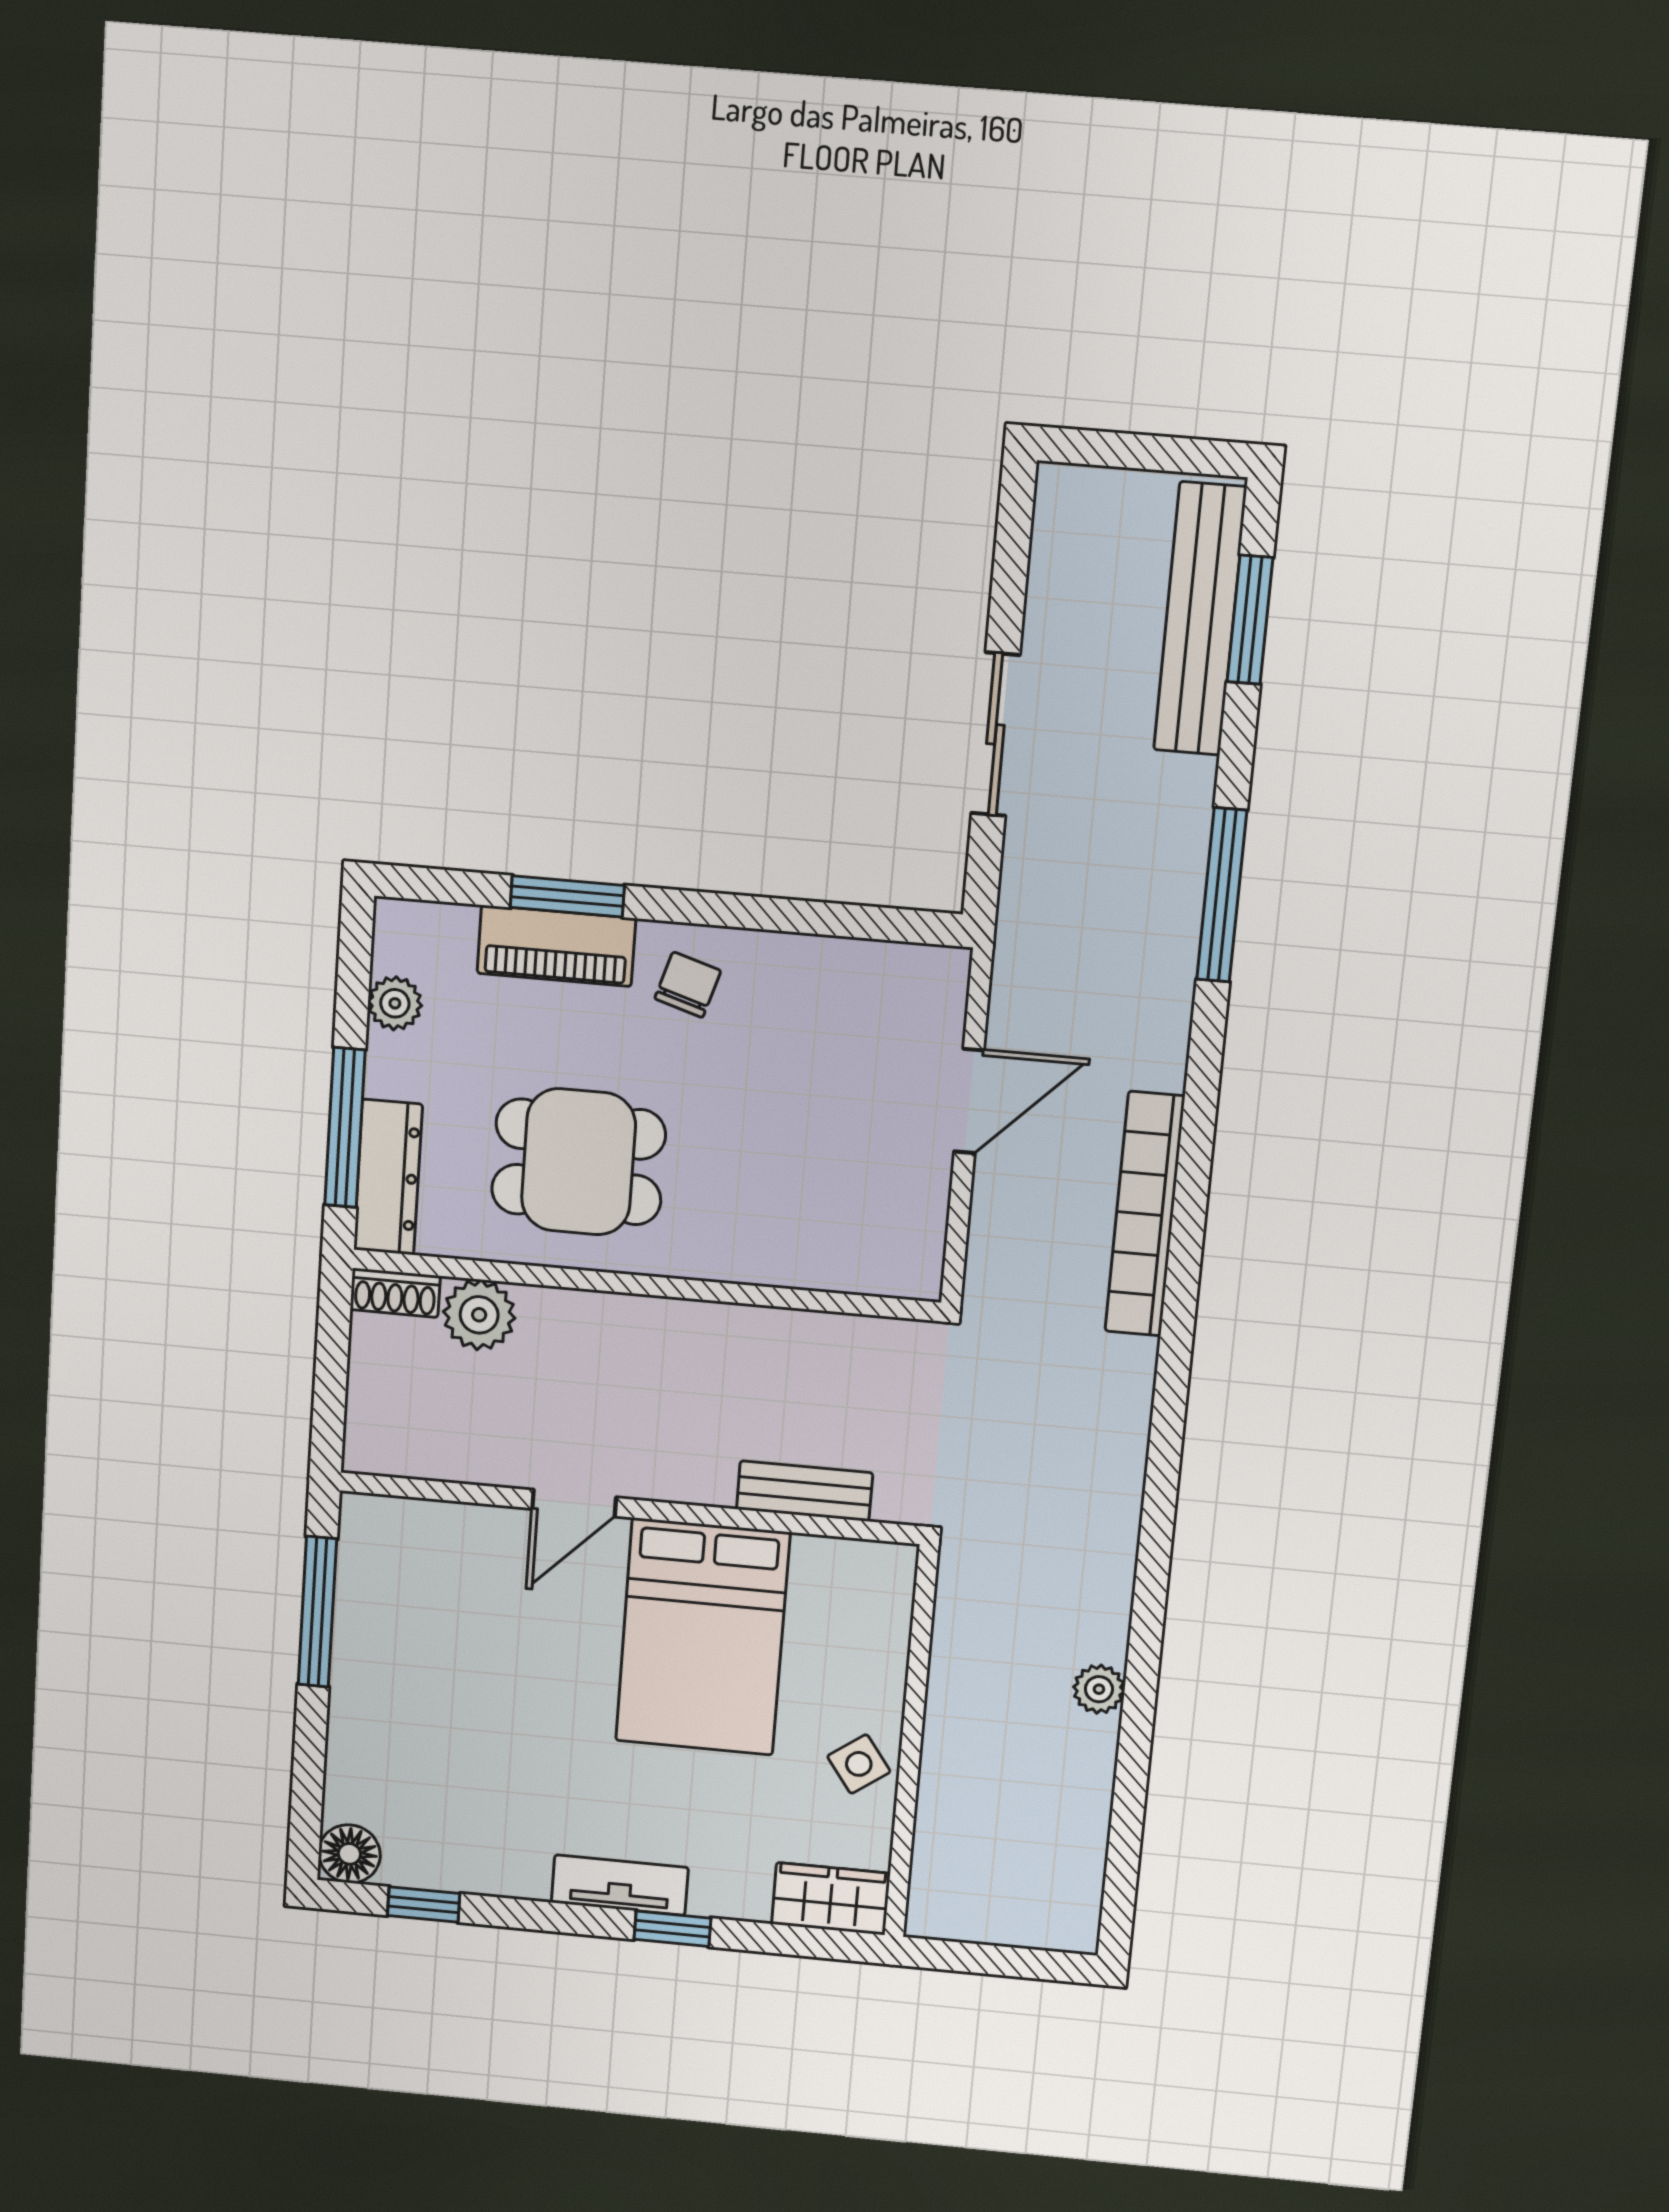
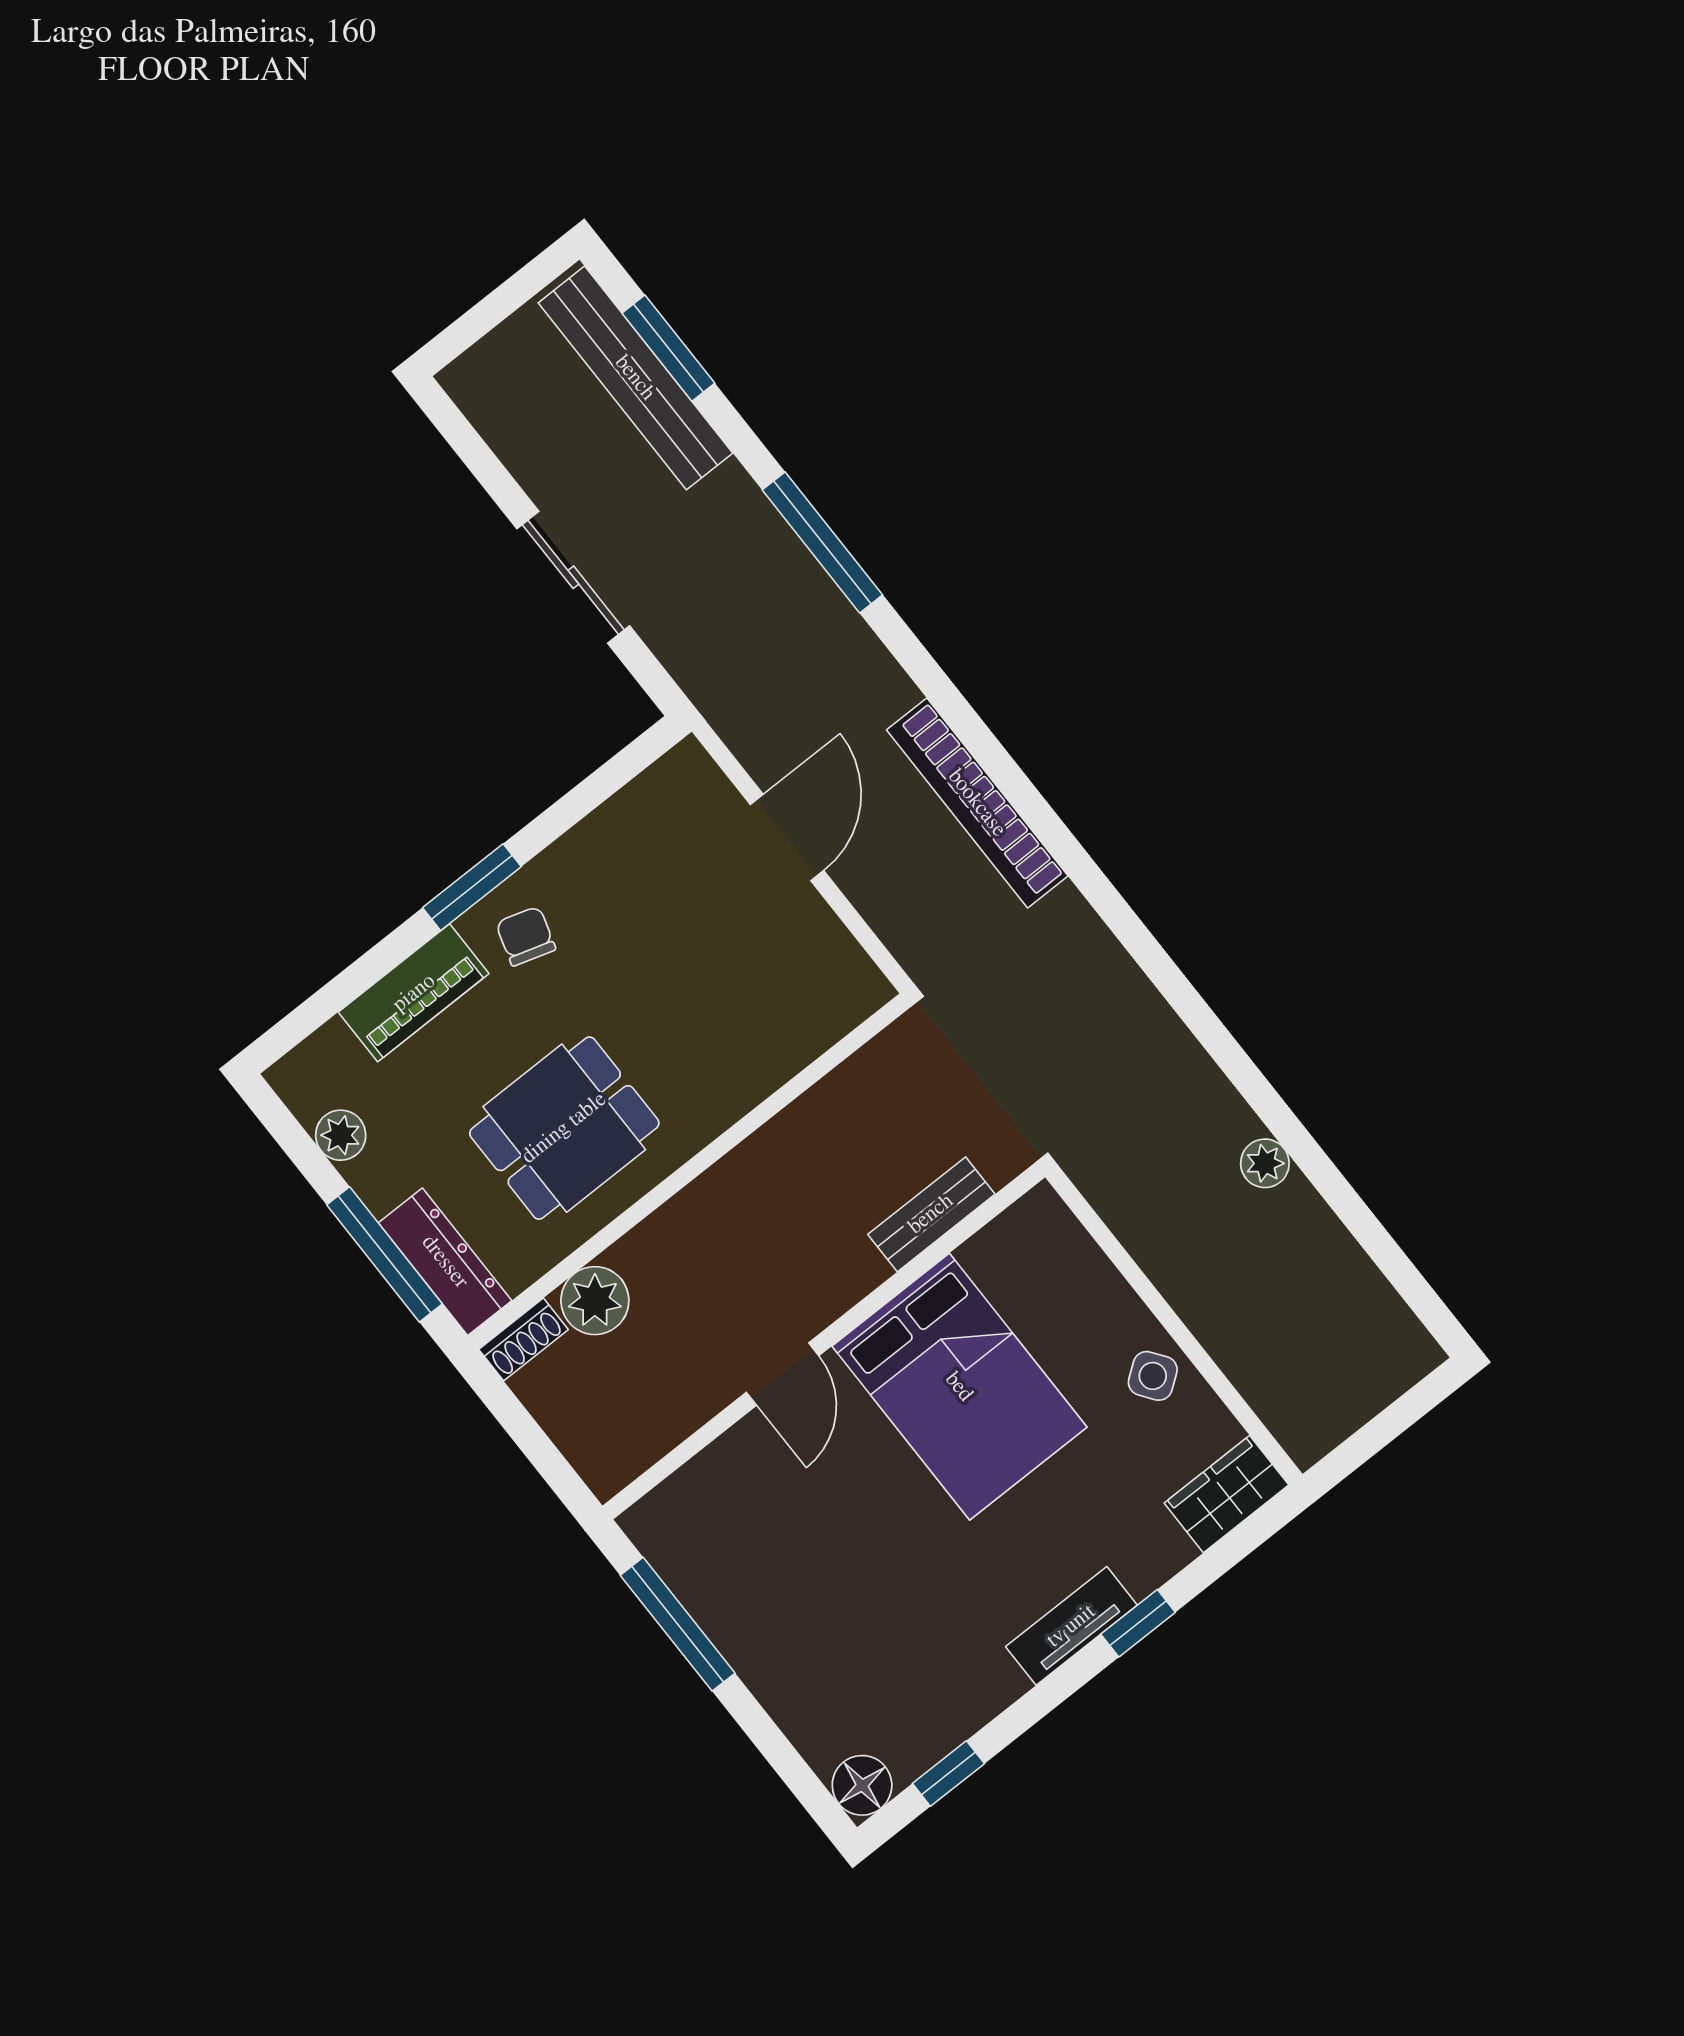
window: (567, 896) -> (472, 887), moved

